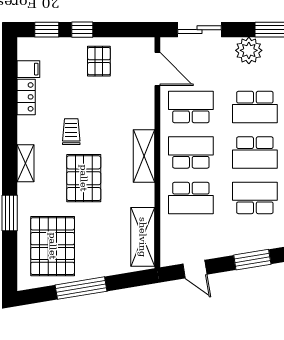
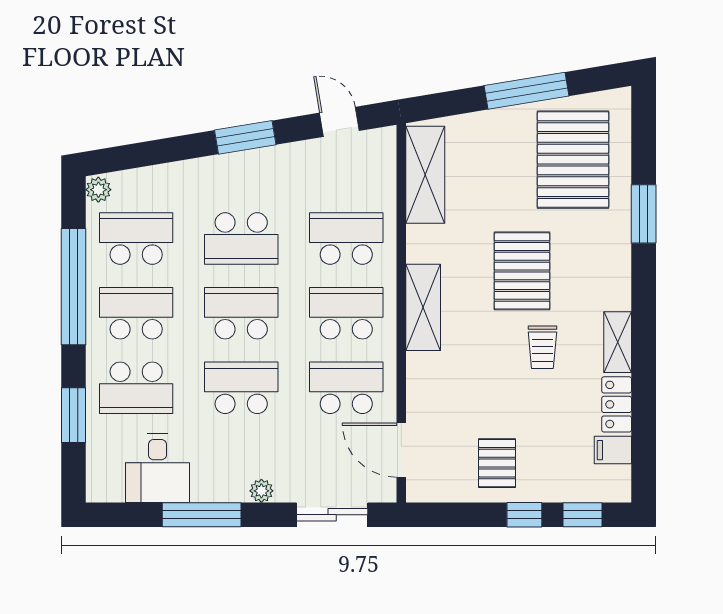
plant: (249, 50) -> (261, 491), width x0.53, depth x0.53
school desk: (191, 107) -> (346, 388), turned 180
school desk: (191, 152) -> (346, 313), turned 180
shelving: (25, 163) -> (618, 342), moved

